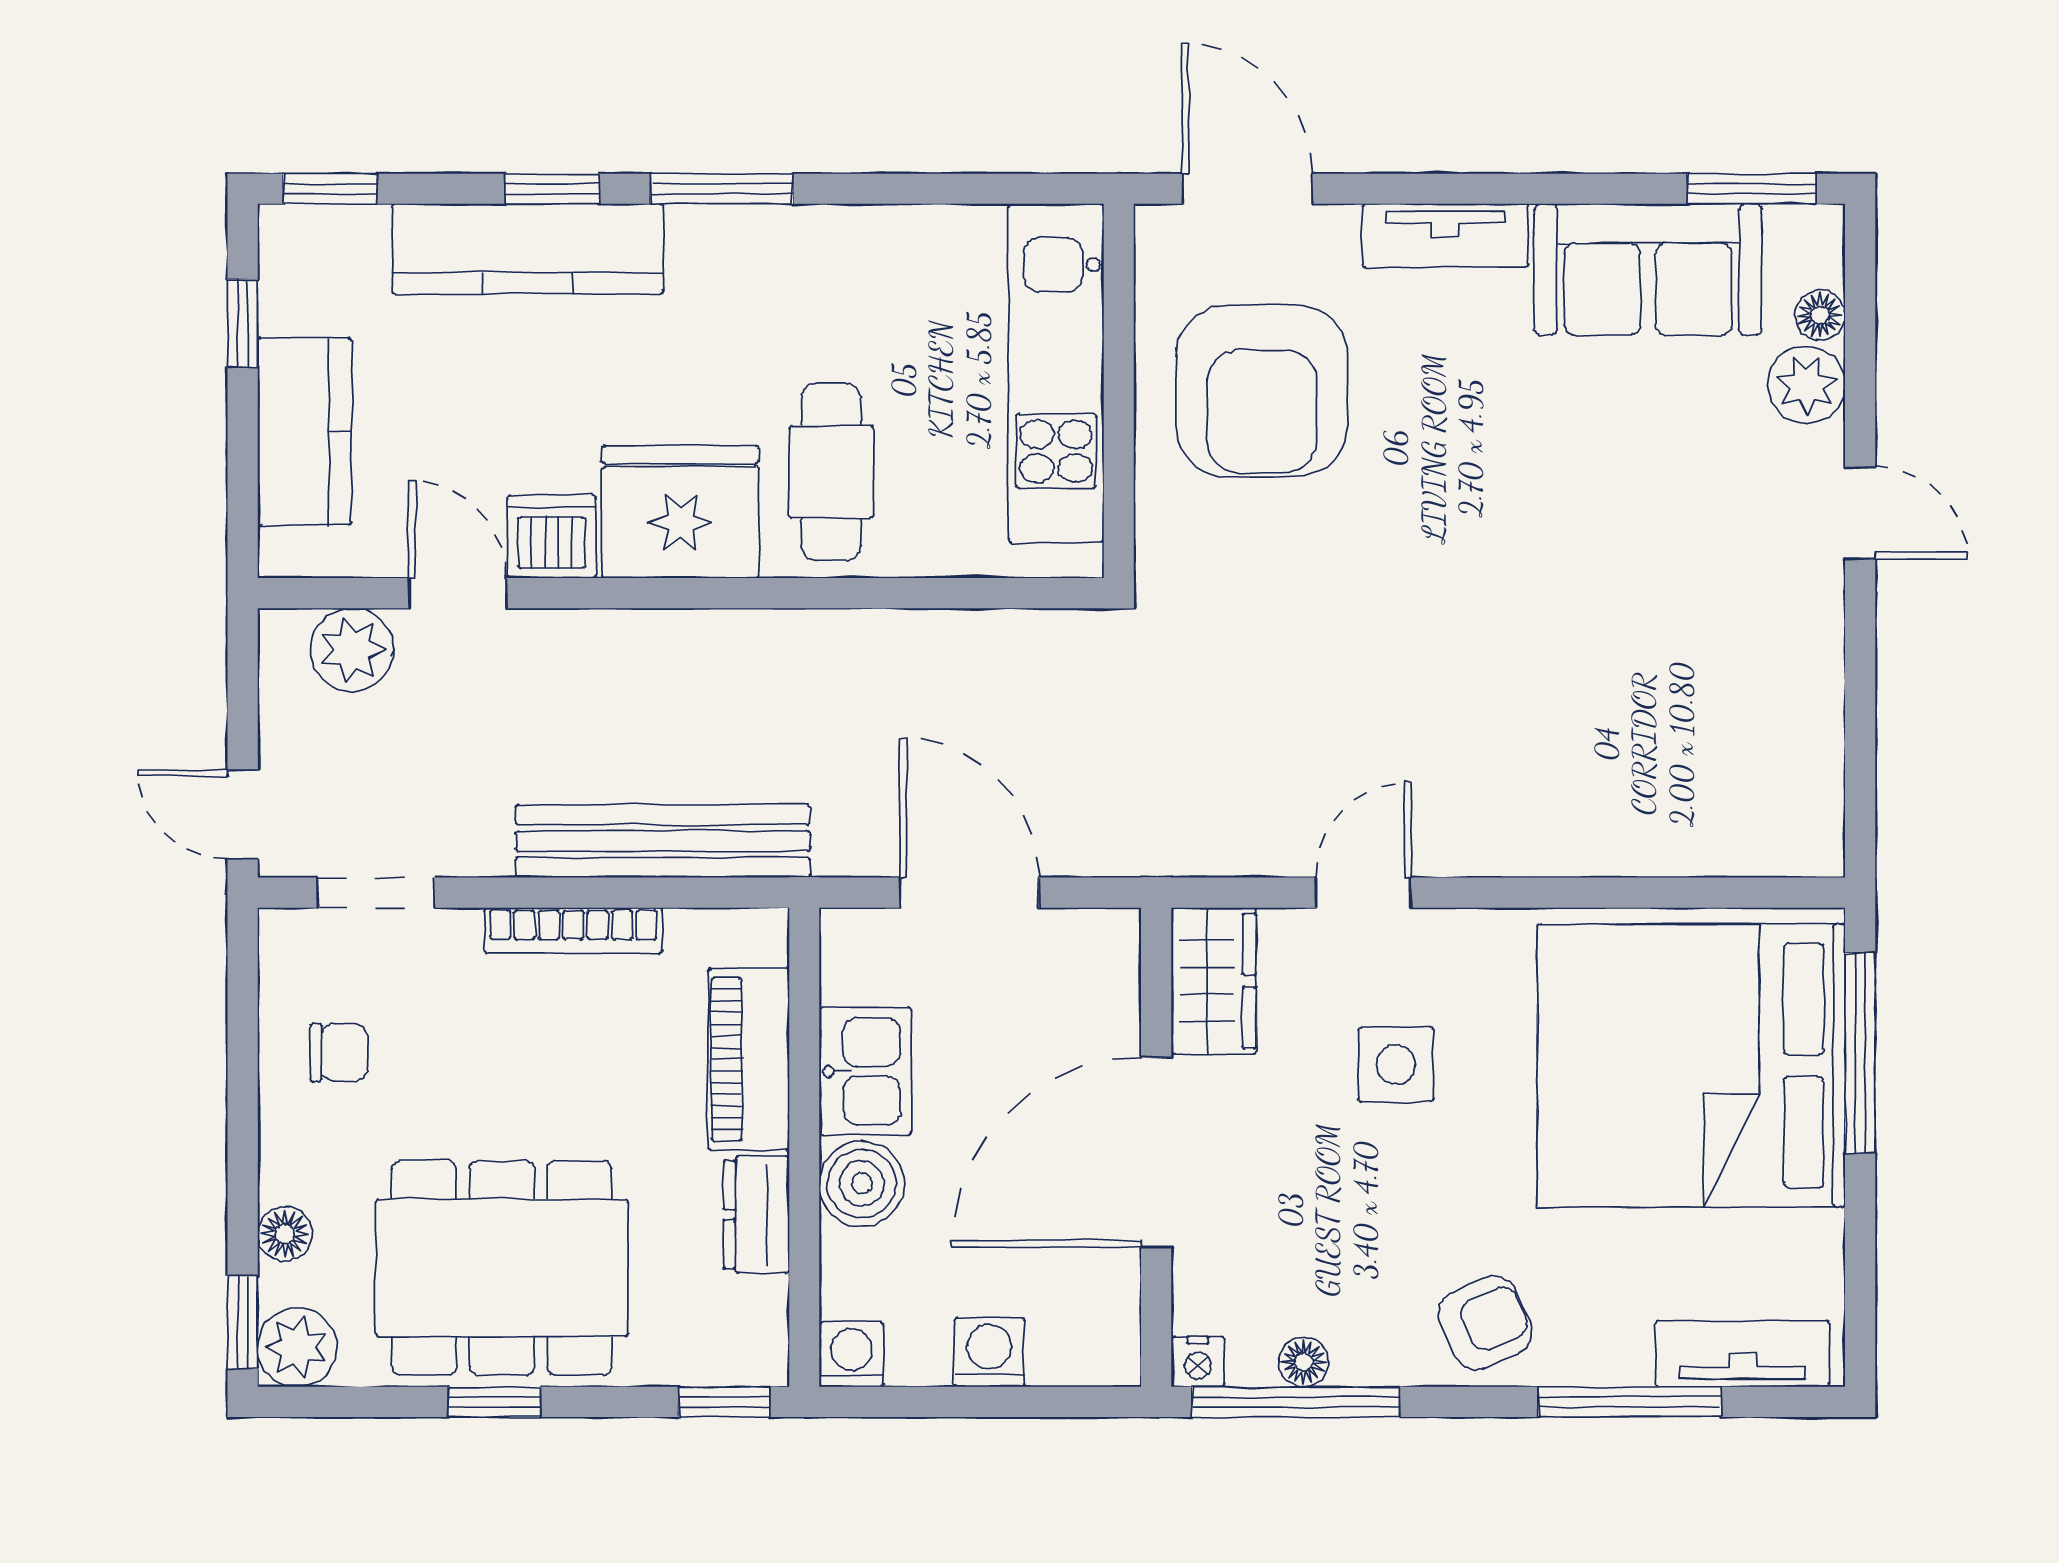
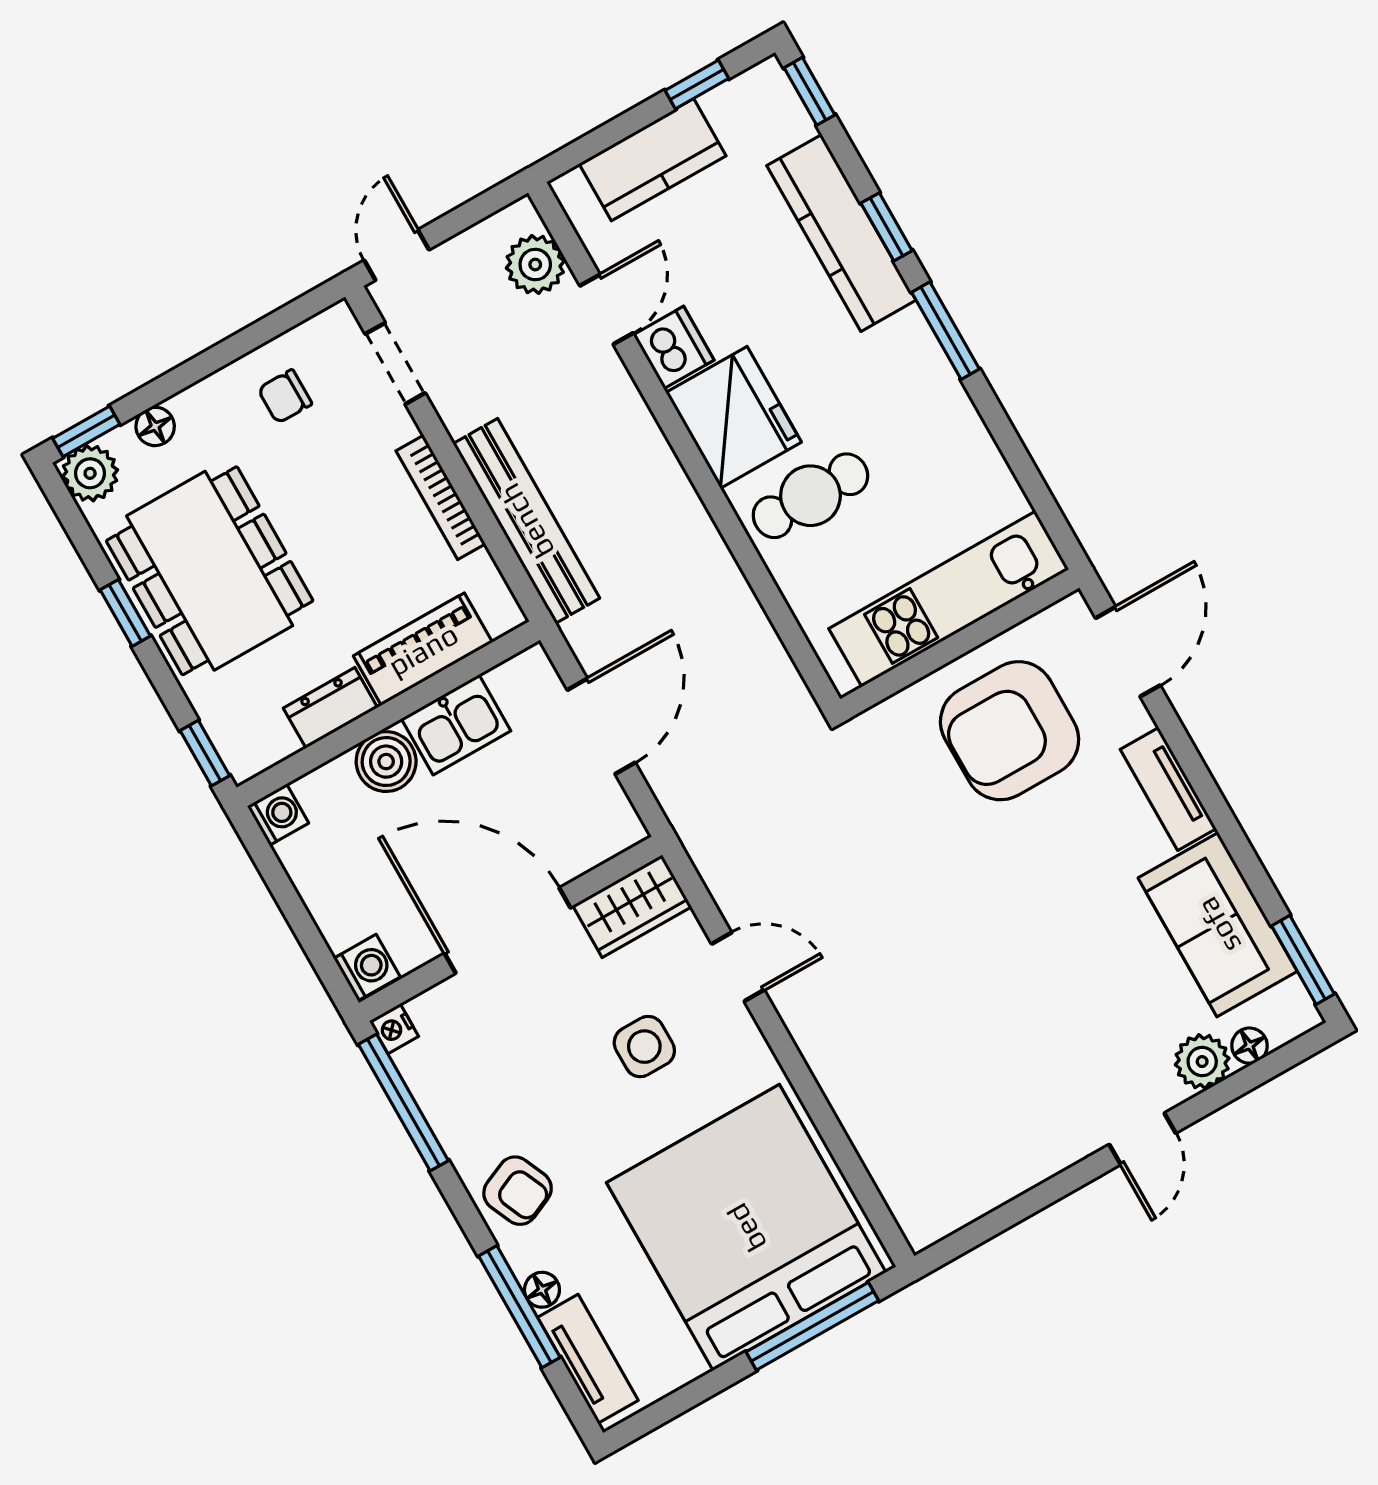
chair: (339, 1052) -> (285, 396), turned 90
washing machine: (989, 1352) -> (367, 968), moved
floor lamp: (1304, 1362) -> (542, 1290), moved

